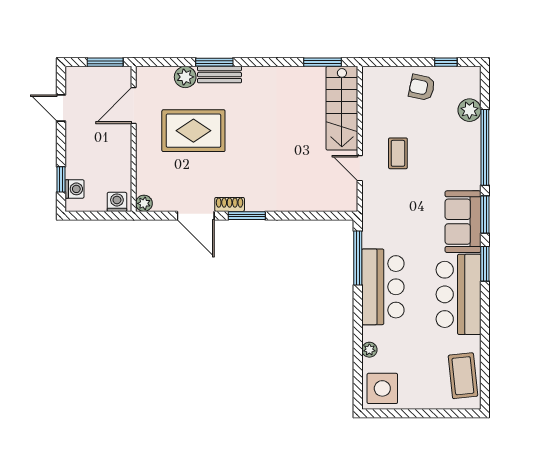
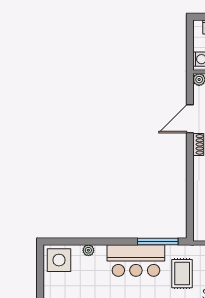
window: (247, 216) -> (190, 157), removed
rug: (400, 226) -> (182, 274), added

